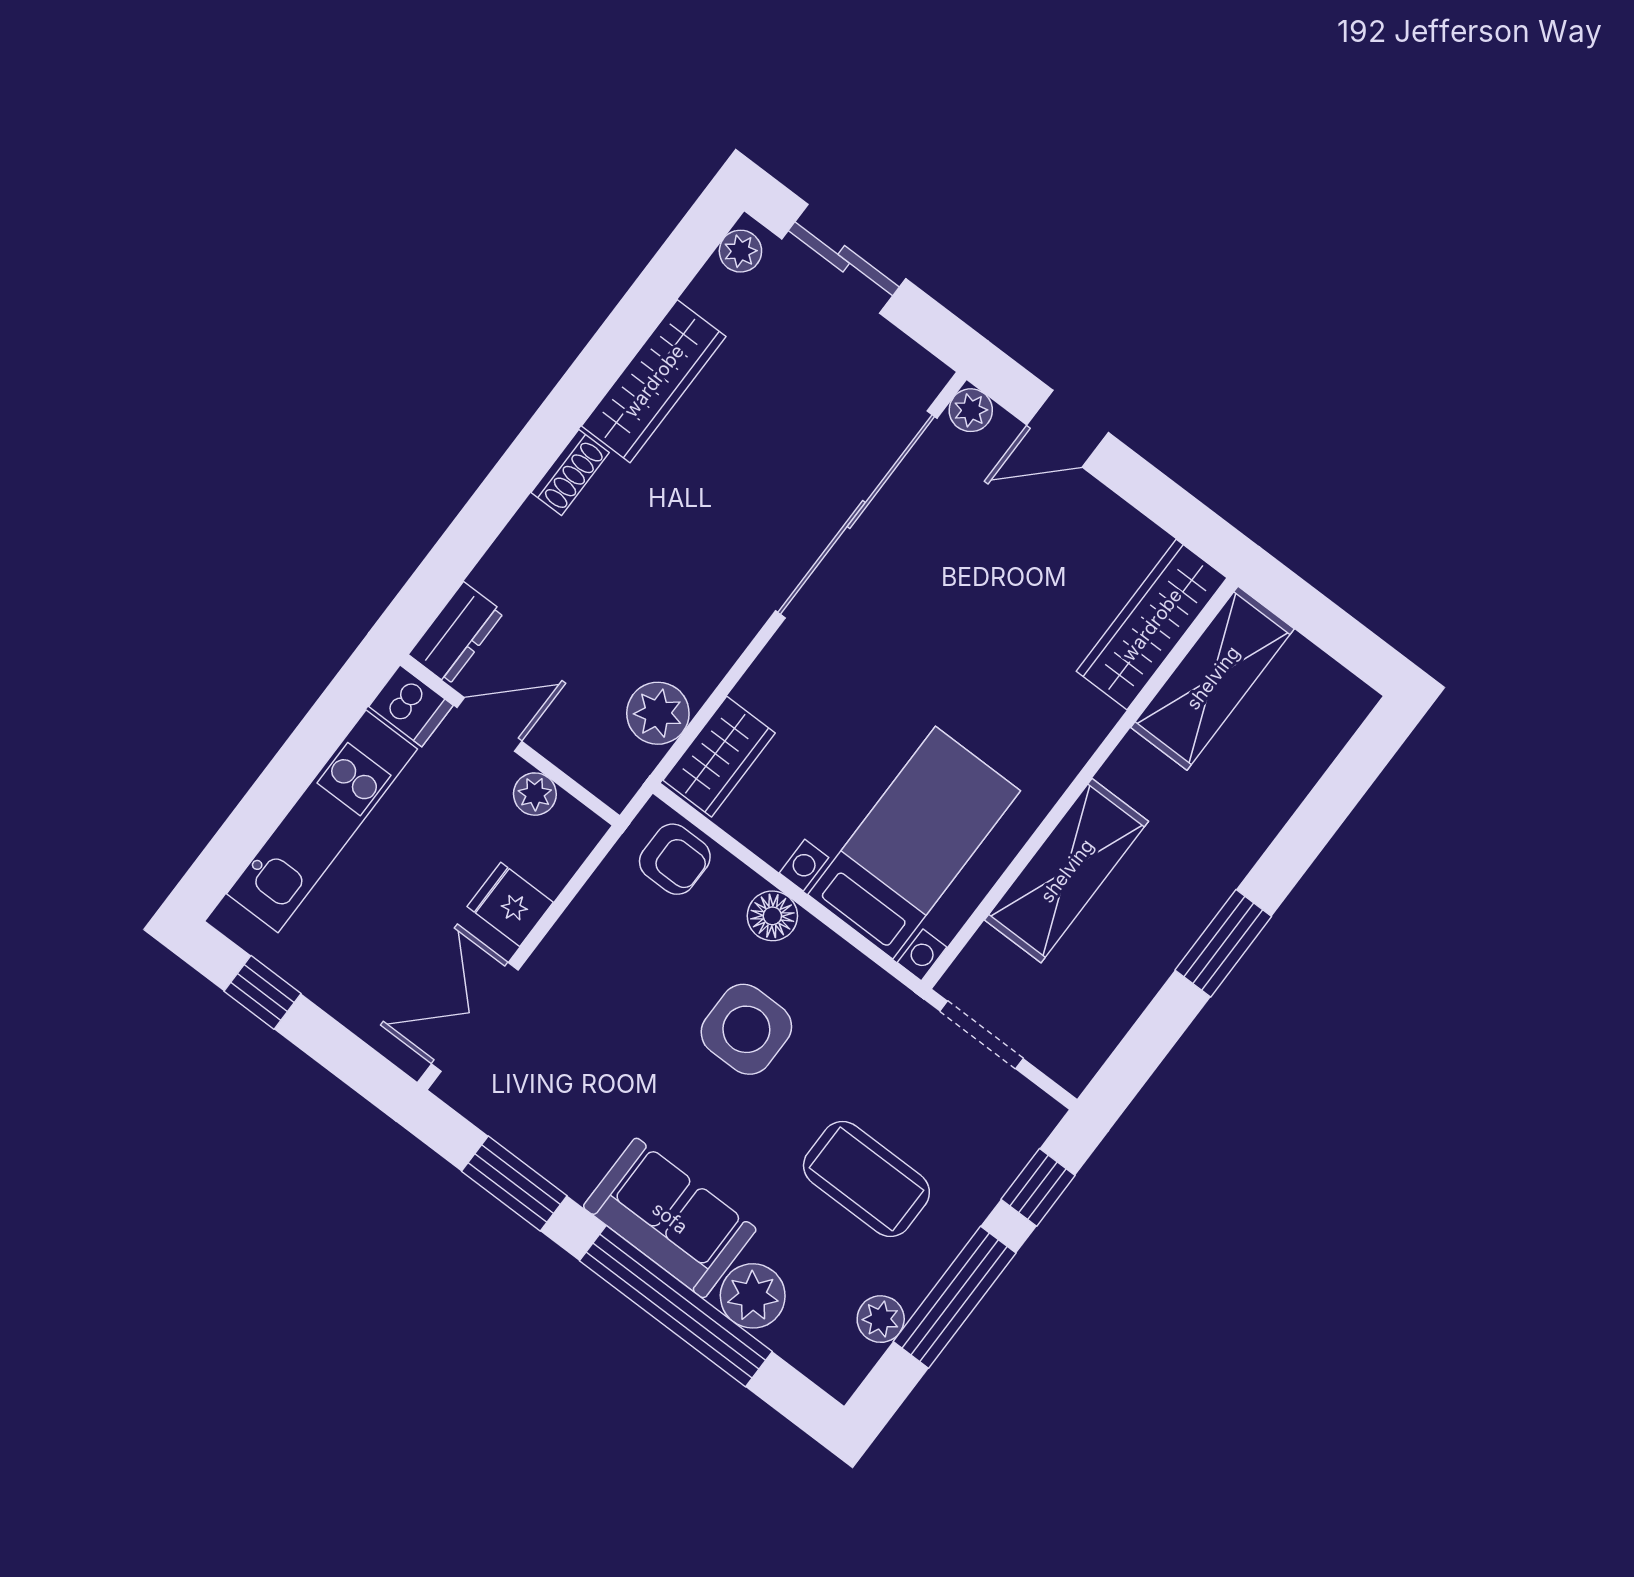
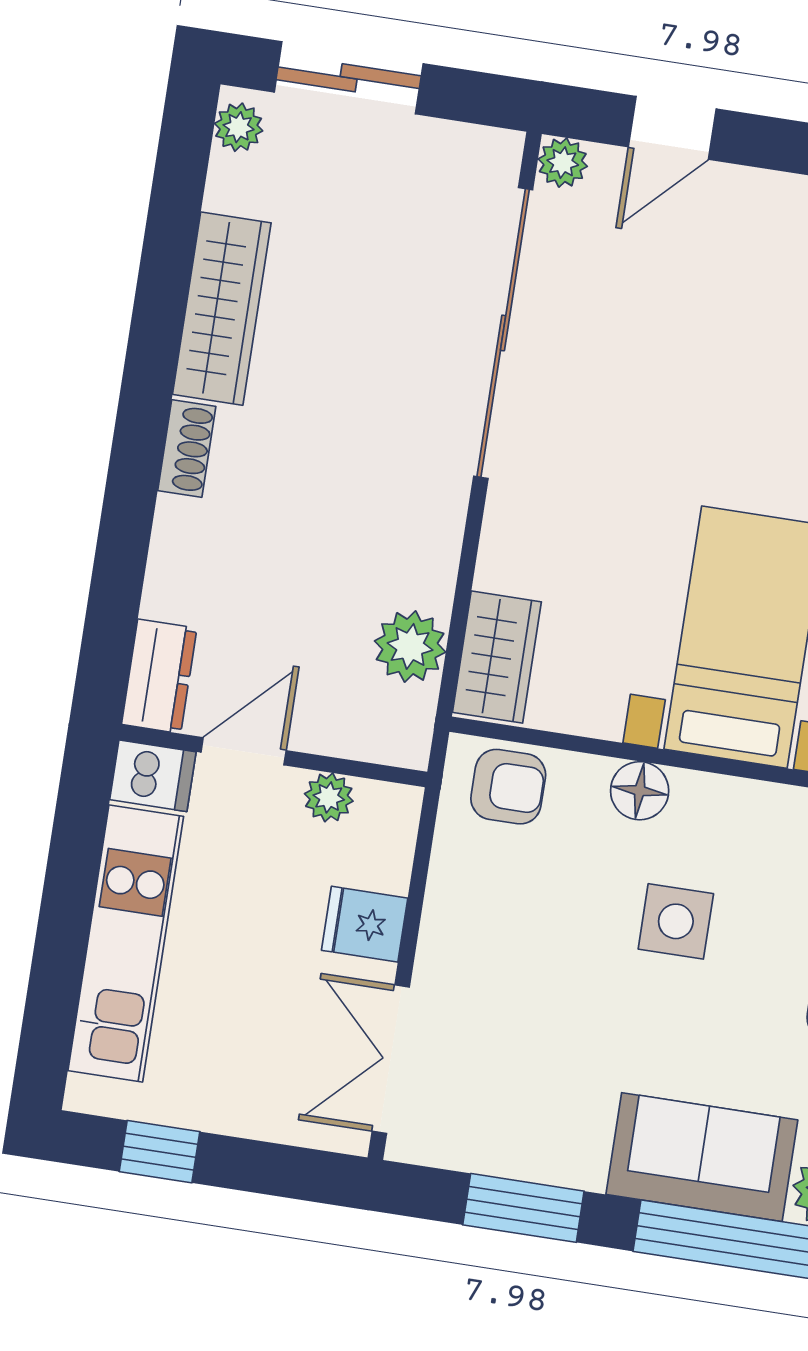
side table: (746, 1029) -> (676, 921), width x0.73, depth x0.73

